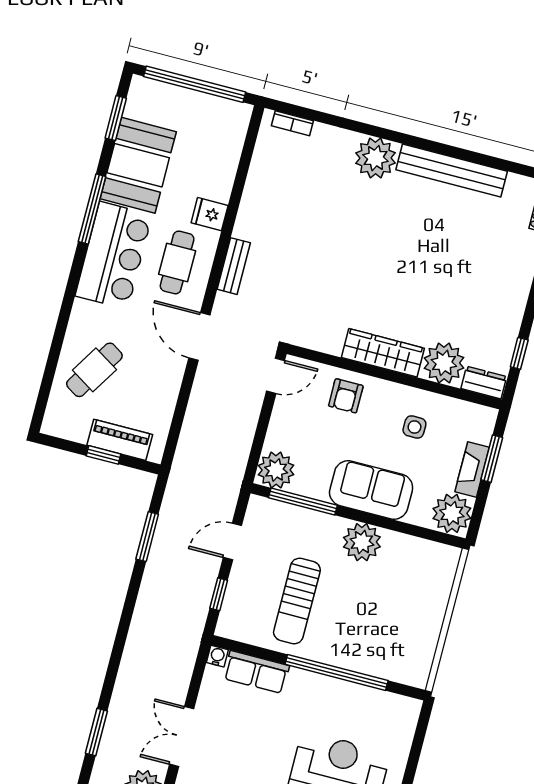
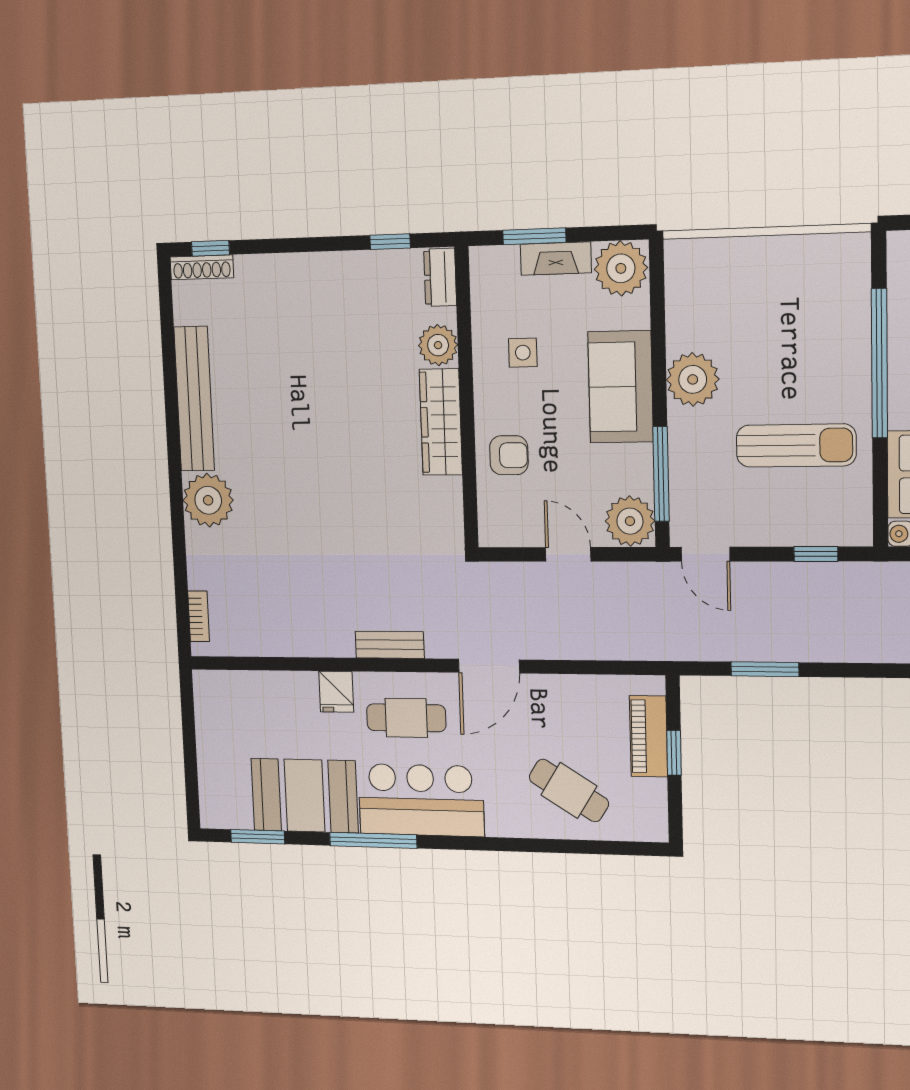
window: (195, 84) -> (190, 749), removed
plant: (444, 363) -> (438, 345), width x0.73, depth x0.73
door: (276, 376) -> (568, 554), moved
door: (232, 542) -> (705, 554), moved

